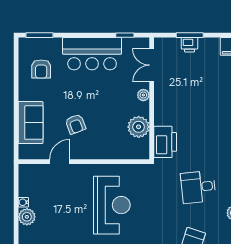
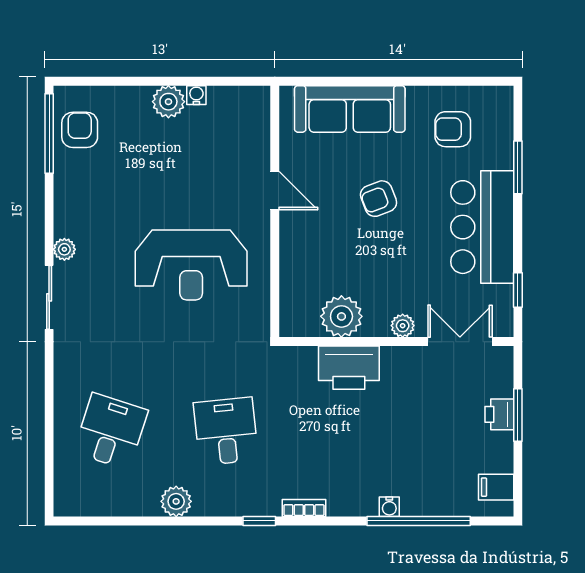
window: (40, 35) -> (518, 167), moved
sofa: (31, 123) -> (350, 109), width x1.36
armchair: (75, 124) -> (379, 199), moved
printer: (165, 142) -> (349, 368), moved
door: (60, 162) -> (275, 191), moved

